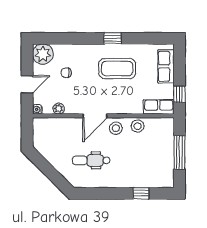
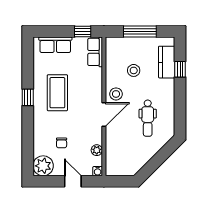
door: (95, 116) -> (104, 115), hinge flipped
stool: (138, 126) -> (134, 70), moved
kitchen counter: (148, 180) -> (167, 62), added

